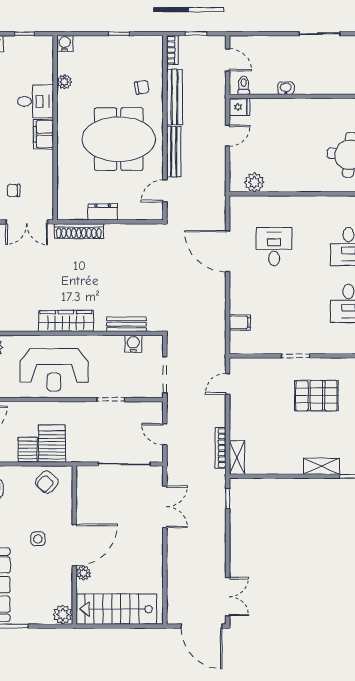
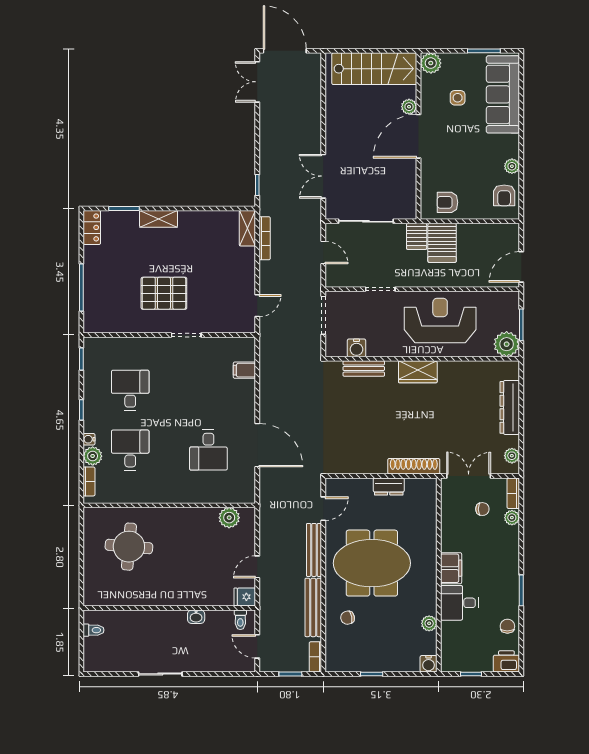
wardrobe: (66, 321) -> (418, 372), width x0.67
server rack: (28, 450) -> (417, 236), moved
armchair: (47, 482) -> (447, 202), turned -132
side table: (38, 539) -> (458, 98), moved

